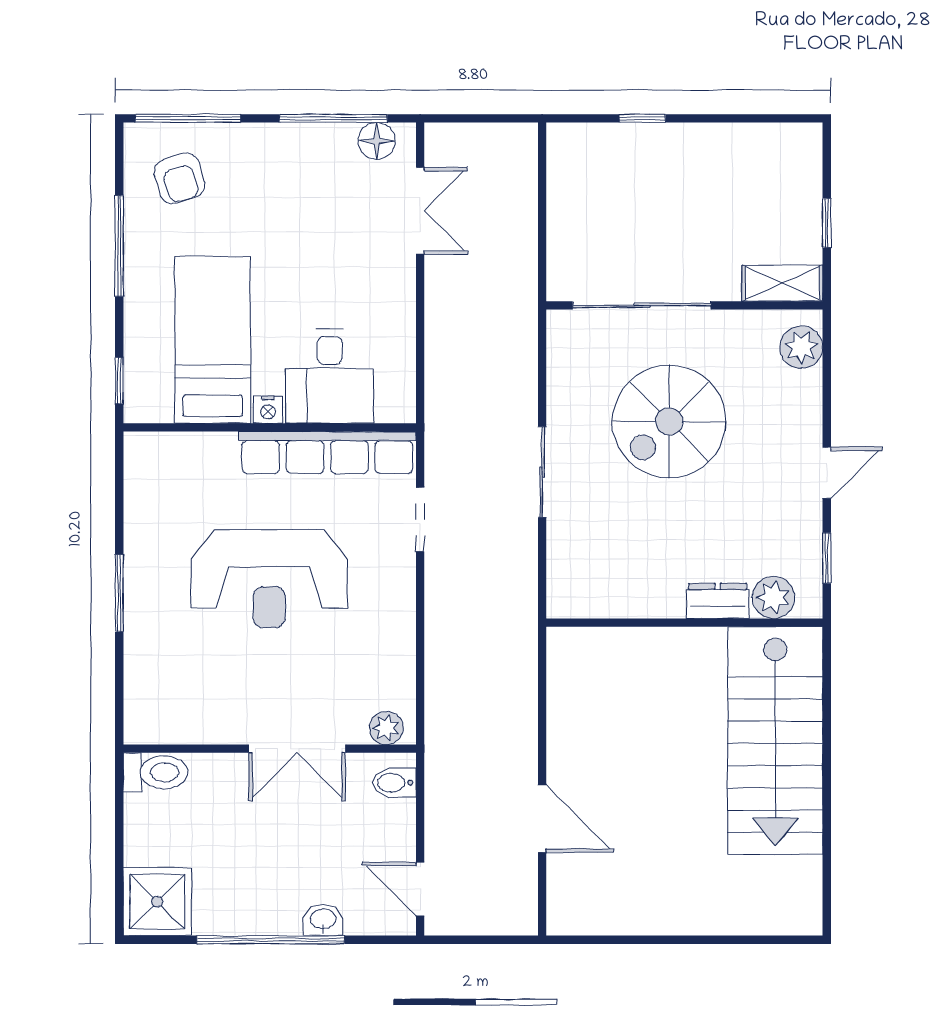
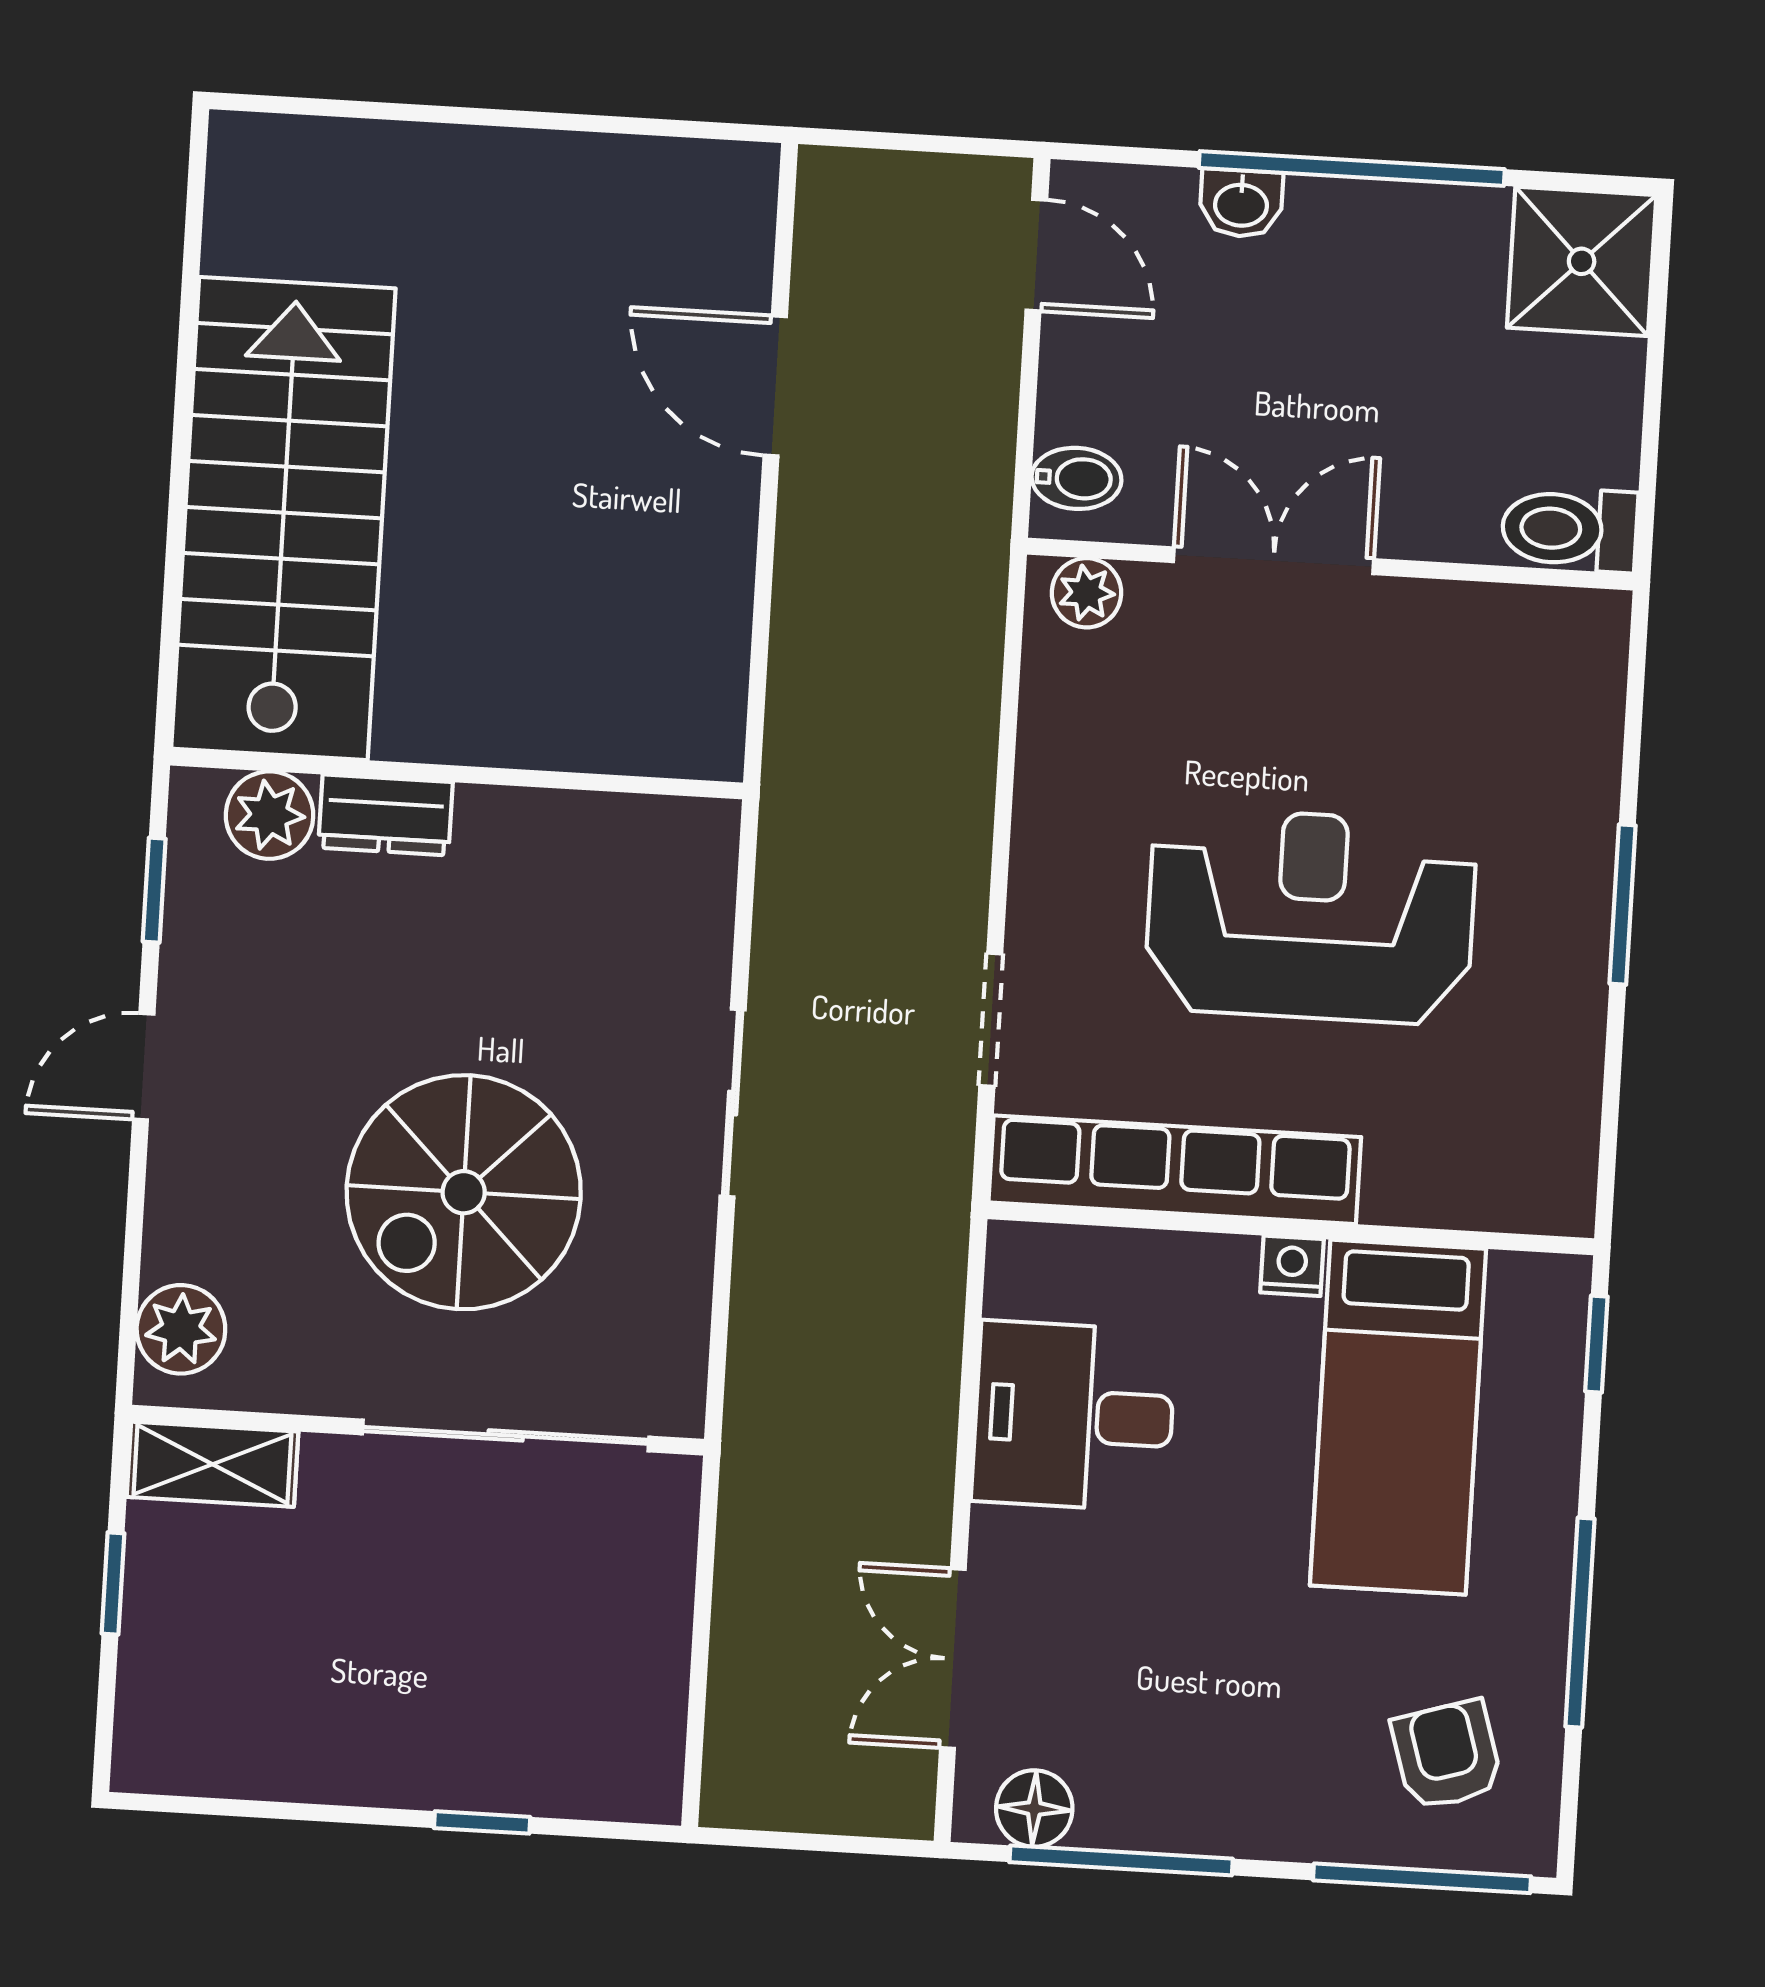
desk: (330, 376) -> (1074, 1416), moved, turned -90
spiral stairs: (669, 421) -> (464, 1192), turned 180

